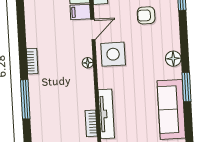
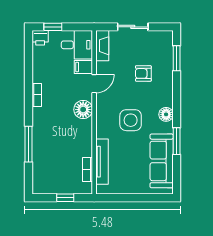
side table: (113, 54) -> (131, 120), moved
bookcase: (32, 61) -> (37, 95), moved
floor lamp: (88, 63) -> (83, 110), width x1.89, depth x1.89

